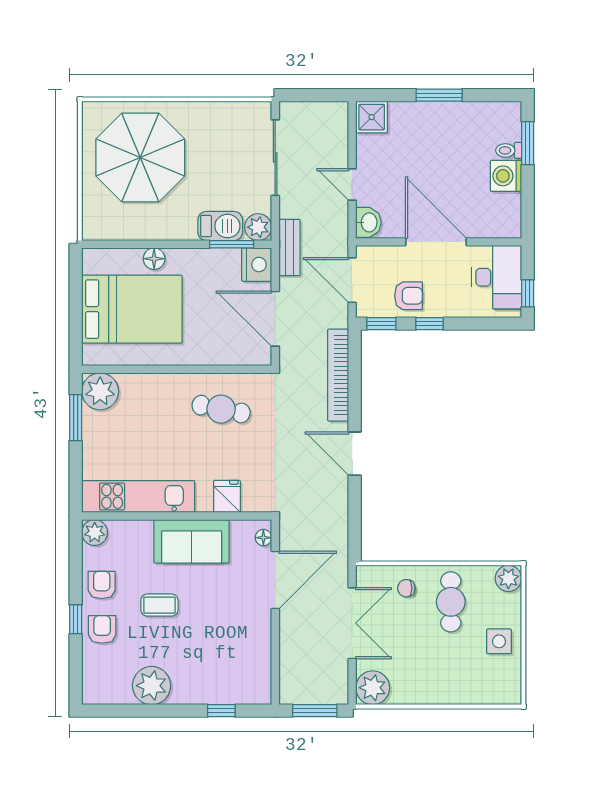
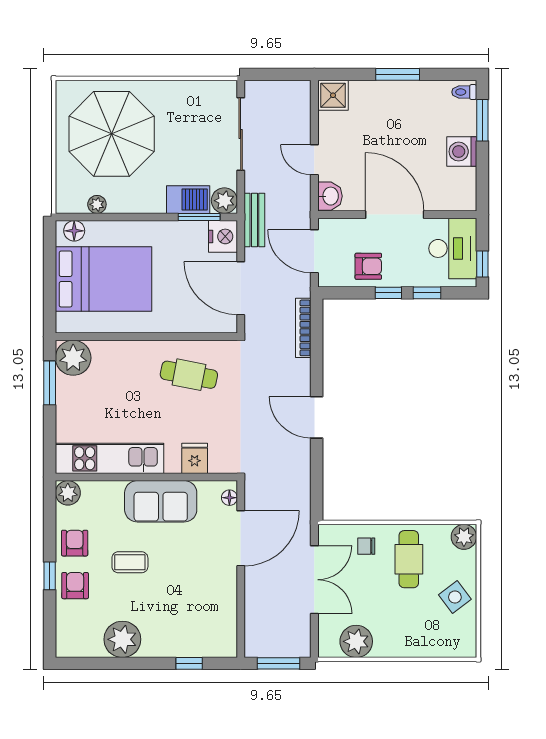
toilet: (509, 150) -> (464, 92), moved
plant: (125, 231) -> (97, 204), added
floor lamp: (154, 259) -> (74, 231), moved
window: (381, 324) -> (427, 293), moved
bookcase: (338, 375) -> (303, 328), width x0.68, depth x0.76
side table: (499, 641) -> (455, 597), turned -37
plant: (373, 688) -> (356, 641), moved

